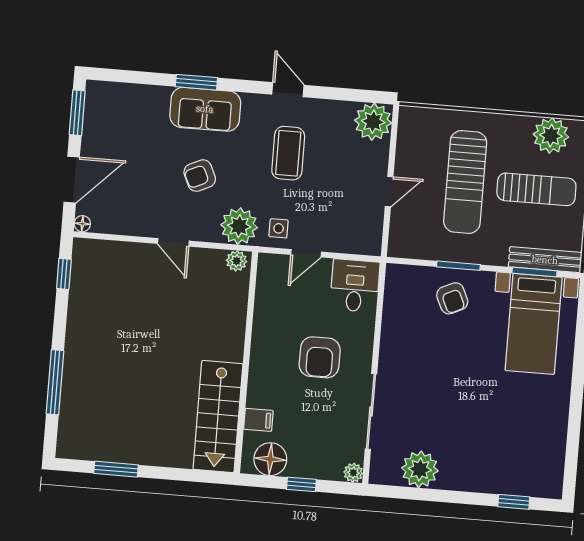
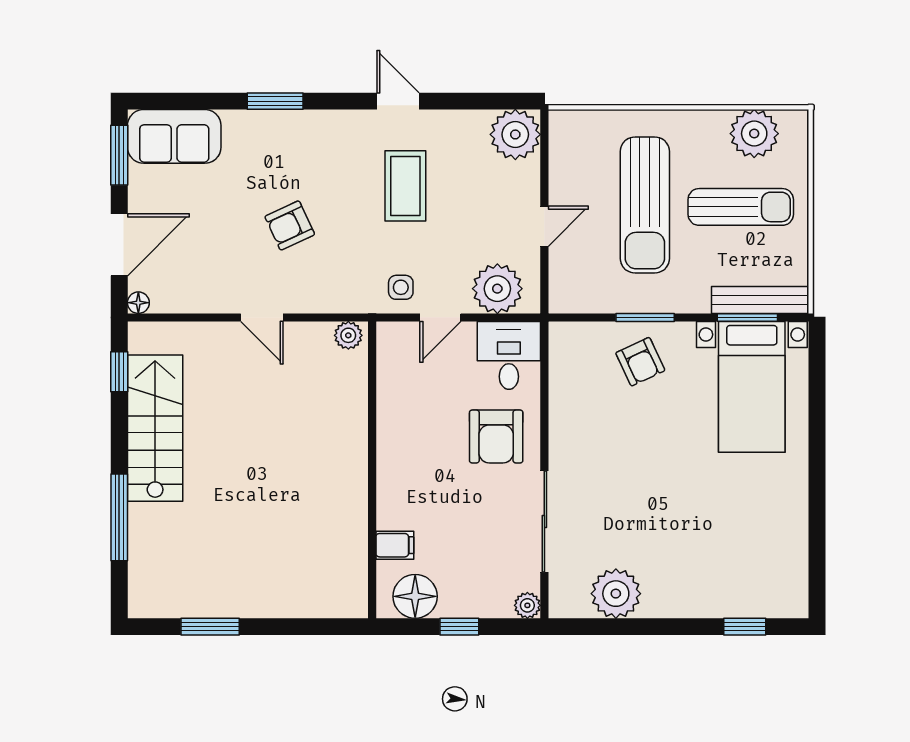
sofa: (205, 109) -> (174, 136), moved
plant: (239, 226) -> (497, 289), moved
armchair: (320, 357) -> (496, 436), moved
stairs: (218, 417) -> (155, 428), moved, turned 180

